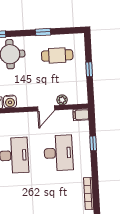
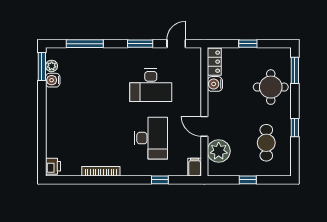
plant: (62, 100) -> (219, 151), width x1.88, depth x1.88
desk: (58, 153) -> (151, 138), turned -90

